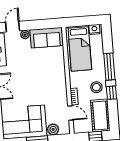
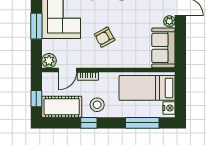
window: (109, 67) -> (142, 123), moved
armchair: (42, 86) -> (105, 37), added
plant: (53, 129) -> (49, 61), moved

